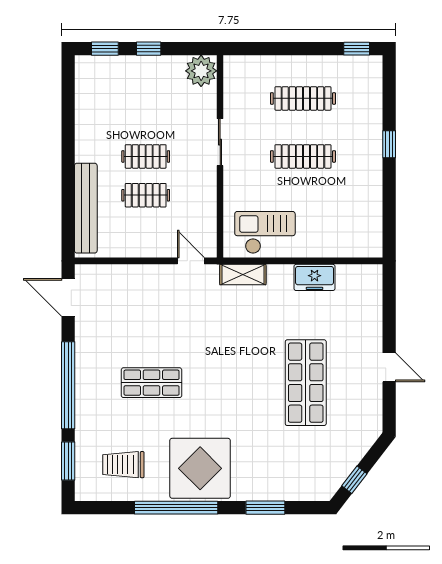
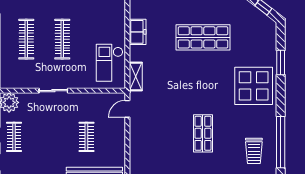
clothes rail: (146, 156) -> (14, 137), moved
display table: (200, 468) -> (254, 86), moved
window: (176, 508) -> (281, 142), moved

